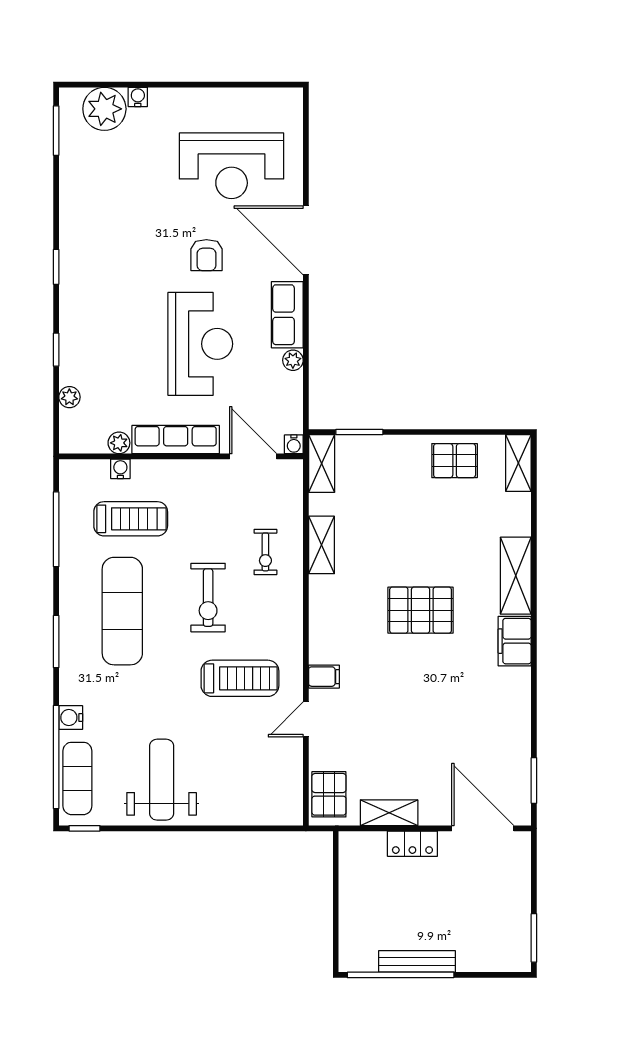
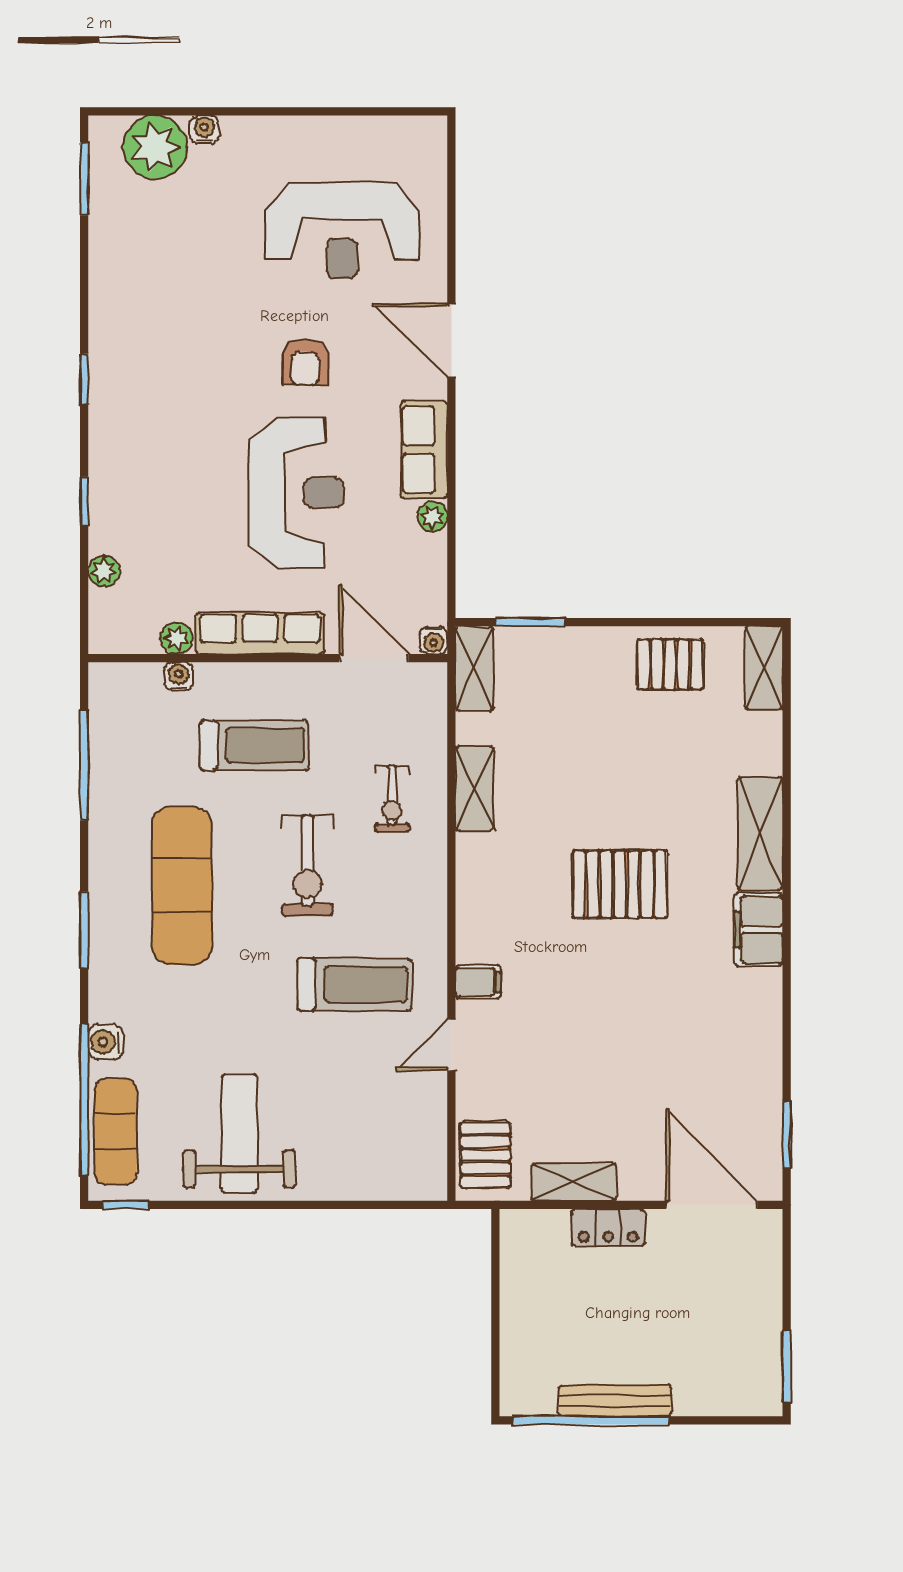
door: (306, 240) -> (451, 340), width x0.73
treadmill: (131, 519) -> (254, 745), moved

